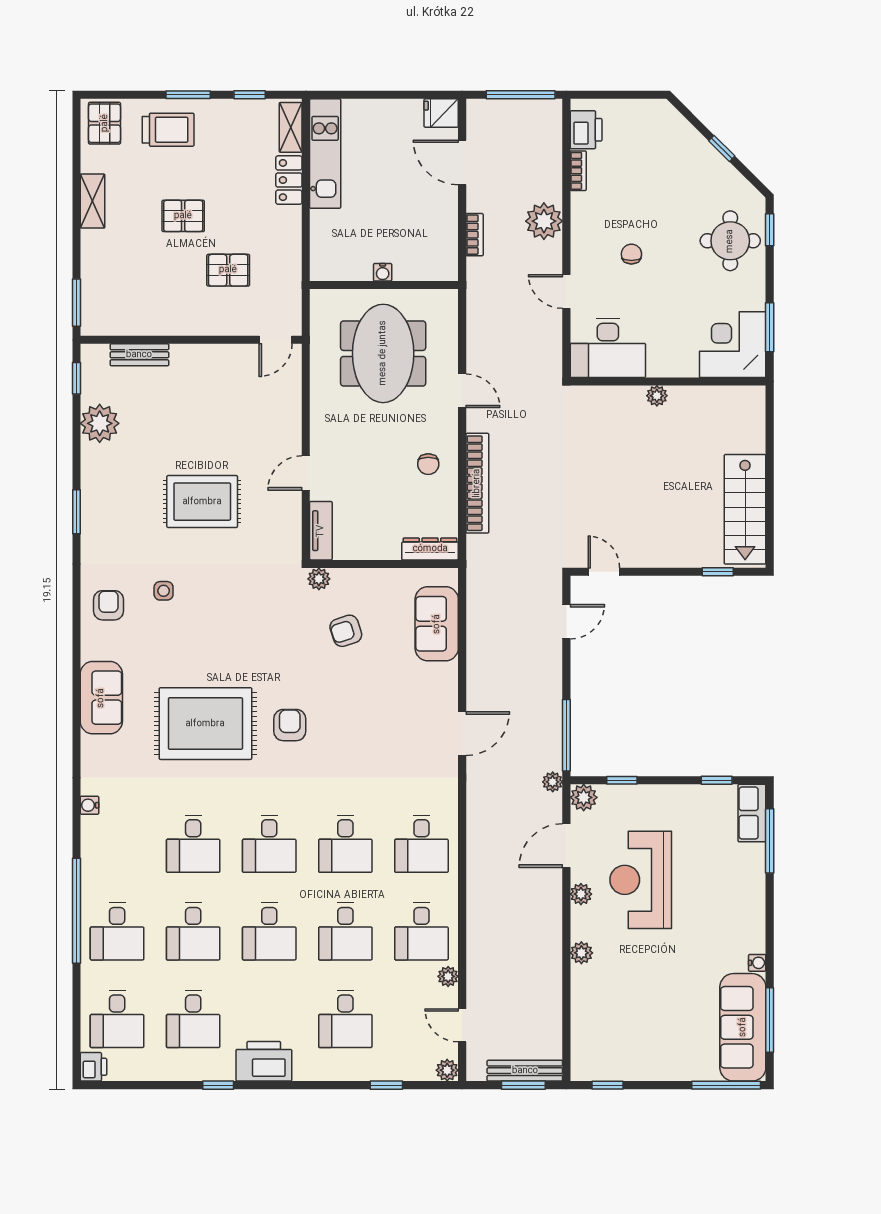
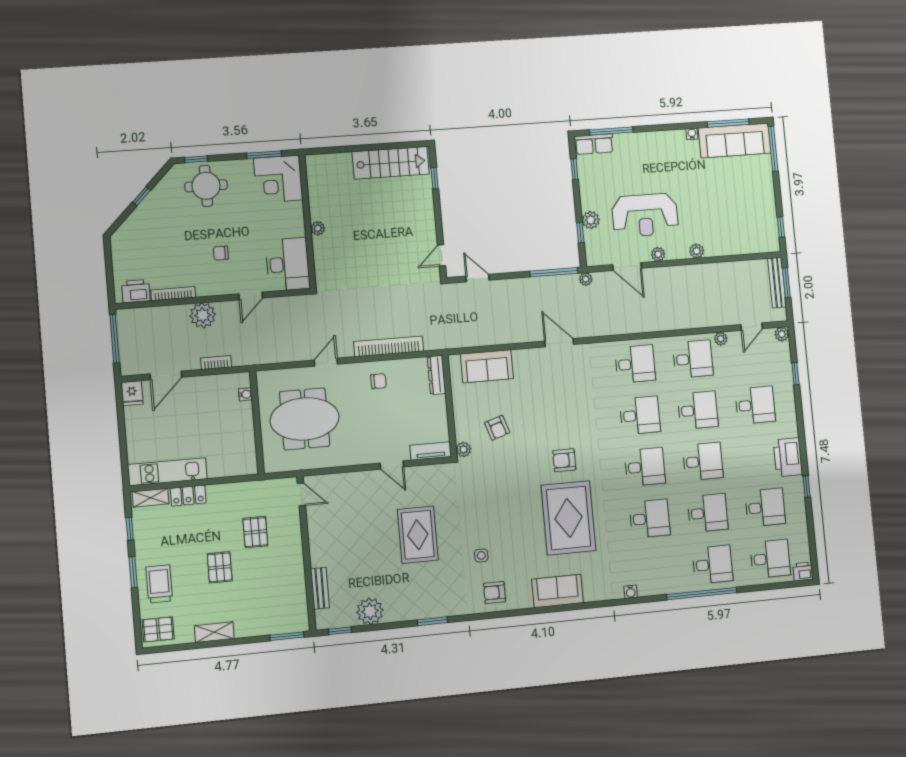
bookcase: (578, 171) -> (173, 294), width x1.56
water cooler: (383, 272) -> (245, 394), moved
plant: (584, 797) -> (591, 220), moved

